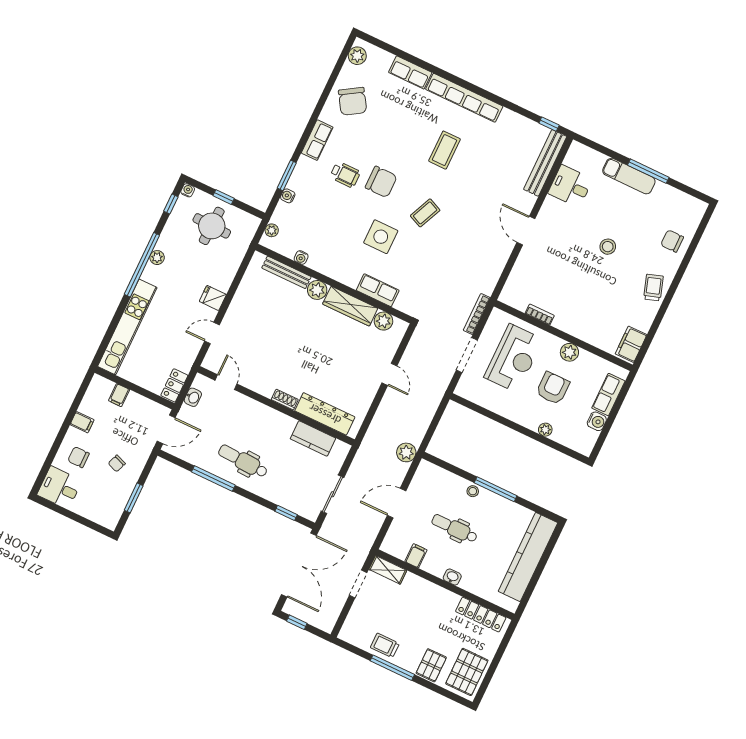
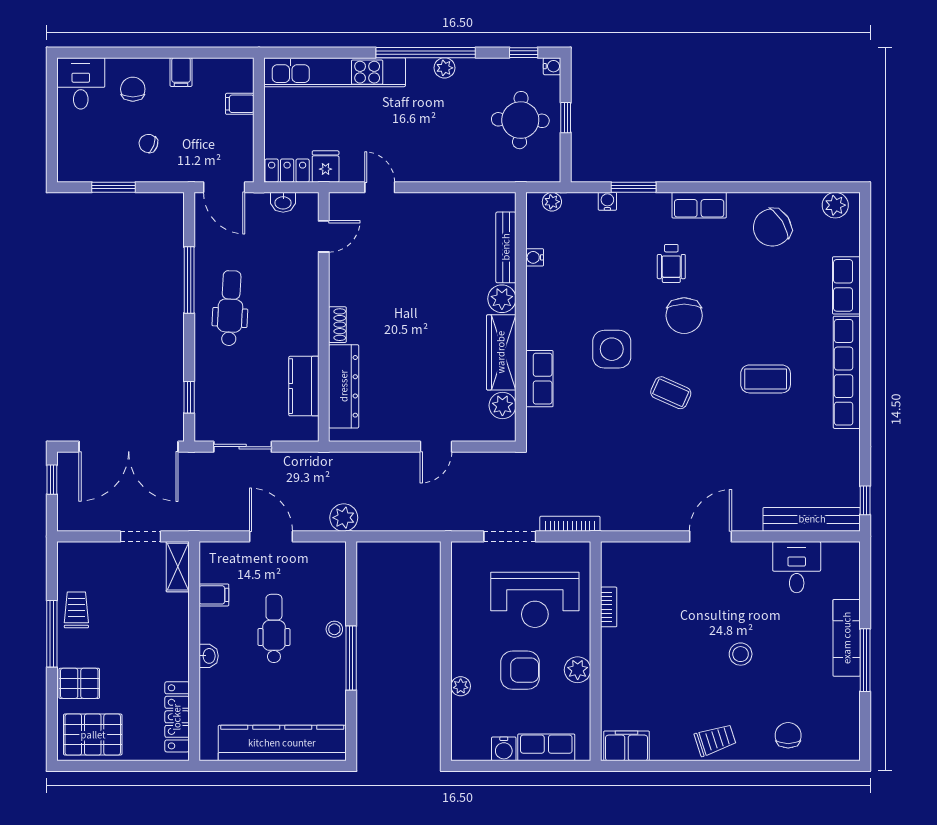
fridge: (213, 298) -> (326, 166), moved

